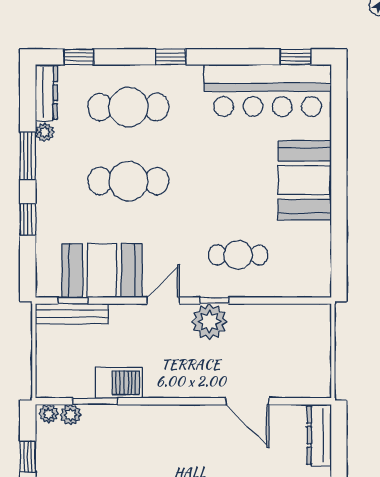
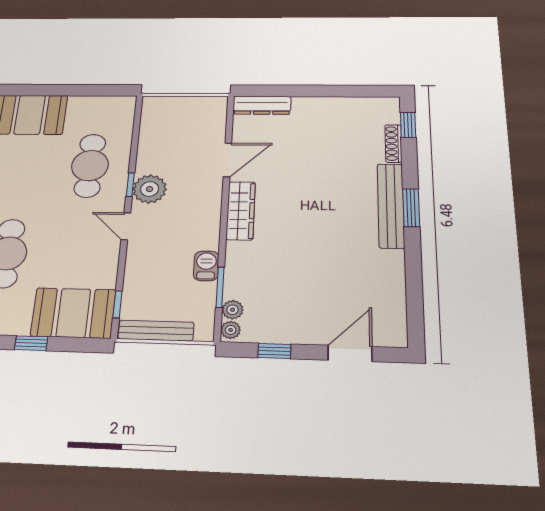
cafe table: (238, 255) -> (90, 166), width x1.37, depth x1.35
booth: (102, 271) -> (73, 313), moved, turned 90
bench: (72, 314) -> (156, 331), moved, turned 90
barbecue: (119, 383) -> (206, 266), width x0.73, depth x0.79
wardrobe: (185, 418) -> (241, 211), added

